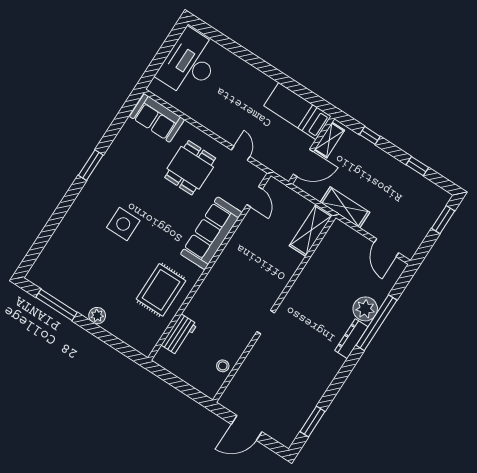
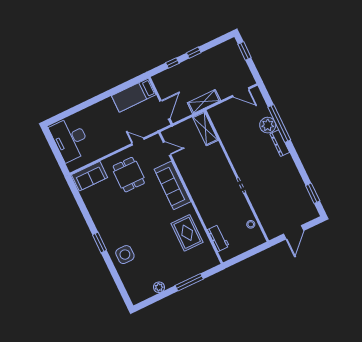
shelving: (329, 140) -> (161, 87), removed
window: (91, 165) -> (99, 242), moved
window: (417, 166) -> (194, 53), moved
side table: (123, 224) -> (125, 255), moved
window: (56, 305) -> (189, 282), moved
plant: (97, 316) -> (159, 287), moved

